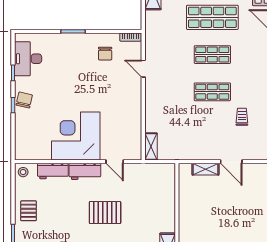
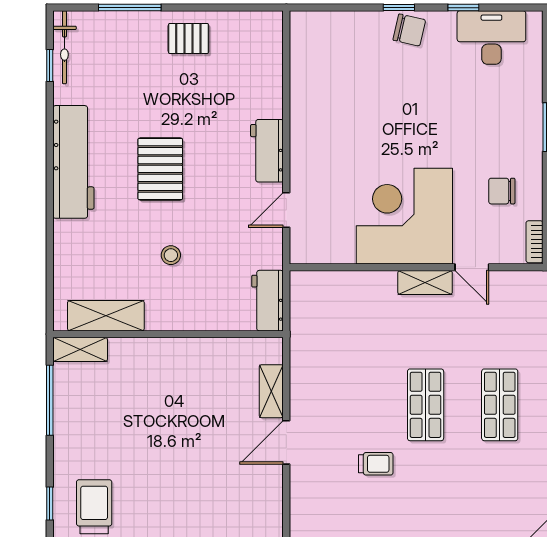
door: (143, 69) -> (472, 267), swing flipped
corner desk: (76, 136) -> (404, 216), moved, turned -90
shelving: (151, 146) -> (425, 283), moved
workbench: (53, 171) -> (268, 301), moved
stool: (23, 172) -> (171, 255), moved
pallet: (105, 213) -> (160, 169), moved

